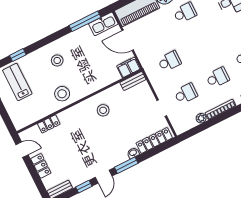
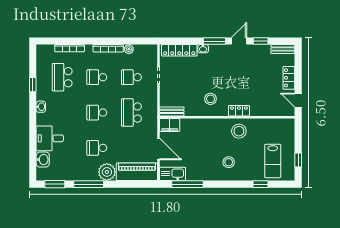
school desk: (201, 45) -> (97, 113), added
school desk: (169, 61) -> (131, 113), width x1.85
locker: (49, 124) -> (239, 111), moved

